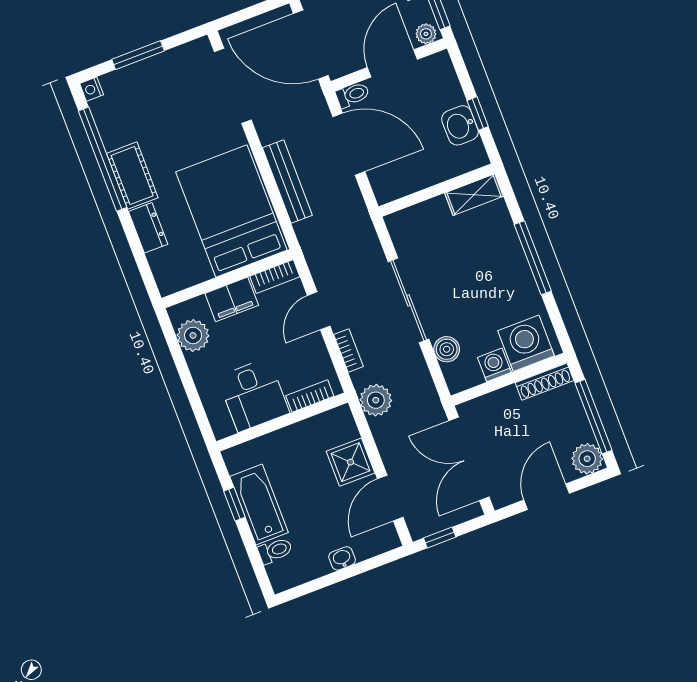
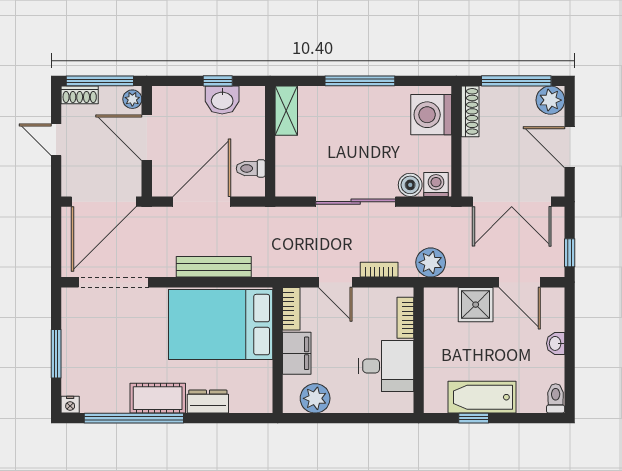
toilet: (353, 95) -> (251, 168), moved, turned -90
washing machine: (494, 365) -> (436, 185), moved, turned 90
toilet: (275, 551) -> (556, 398), moved

